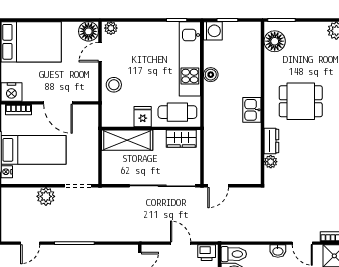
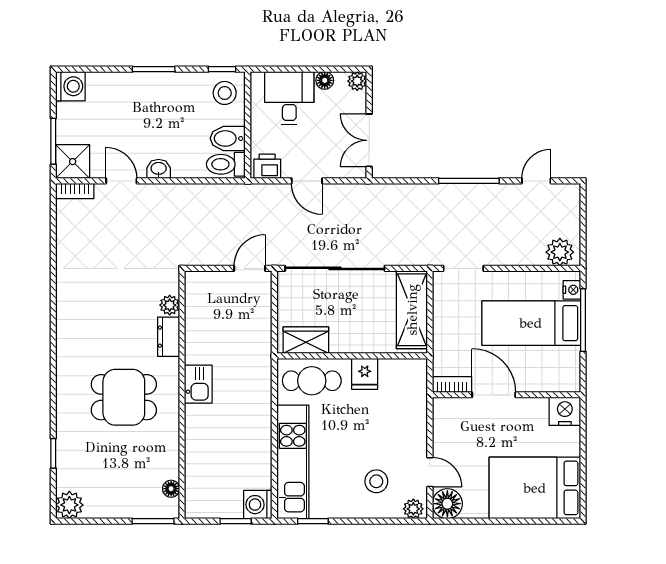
floor lamp: (275, 41) -> (171, 489), width x0.53, depth x0.53
door: (100, 52) -> (430, 472), hinge flipped
boiler: (211, 75) -> (261, 438), removed
stool: (114, 85) -> (376, 481), moved
bookcase: (18, 110) -> (452, 384), moved
shelving: (127, 140) -> (412, 310), moved, turned 90
plant: (46, 196) -> (560, 252), moved

